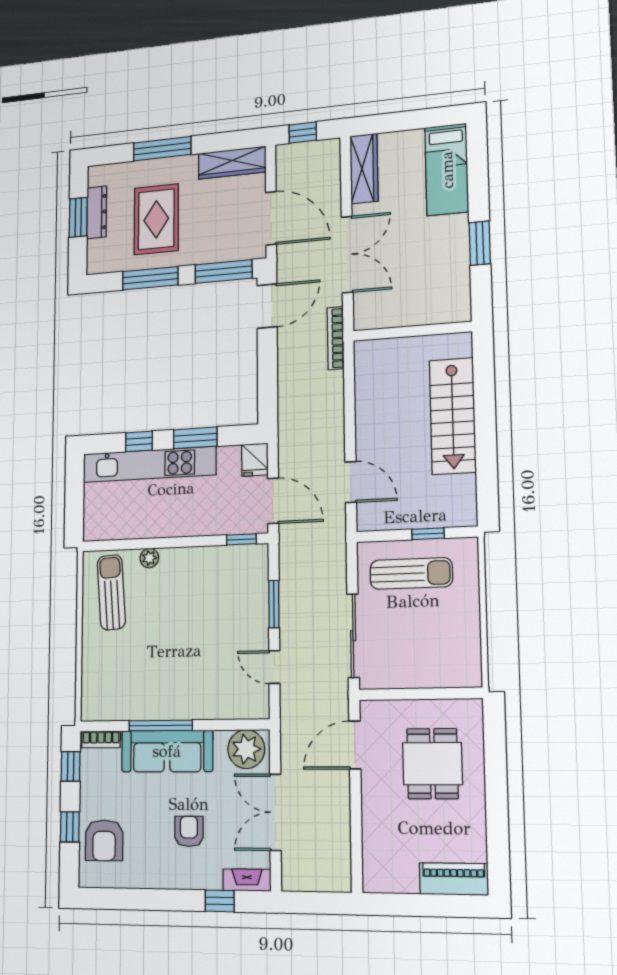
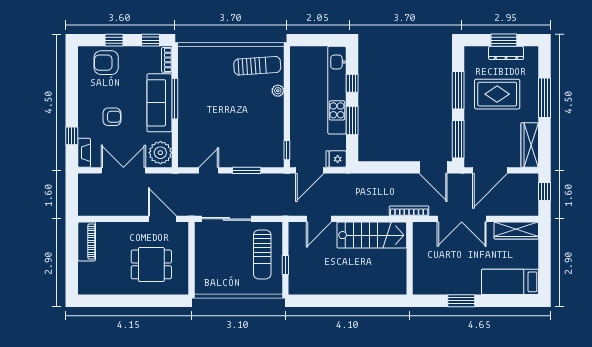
stairs: (453, 416) -> (372, 235), moved, turned 180
piano: (454, 879) -> (87, 241), moved

